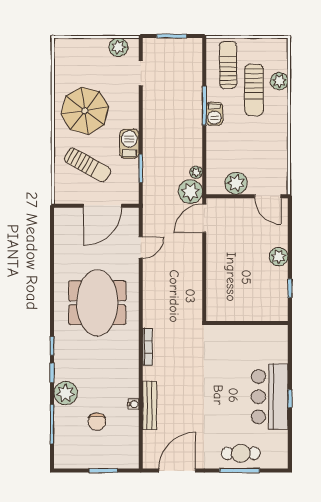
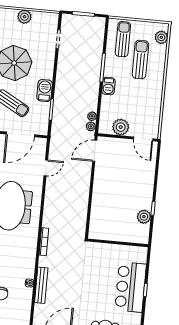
plant: (118, 47) -> (24, 17), moved
plant: (279, 81) -> (161, 37), moved
sun lounger: (254, 90) -> (140, 60), turned 180
barbecue: (214, 114) -> (108, 86), moved
plant: (190, 192) -> (91, 126), width x0.53, depth x0.53
plant: (279, 257) -> (144, 217), moved
wall: (247, 323) -> (118, 243), moved

